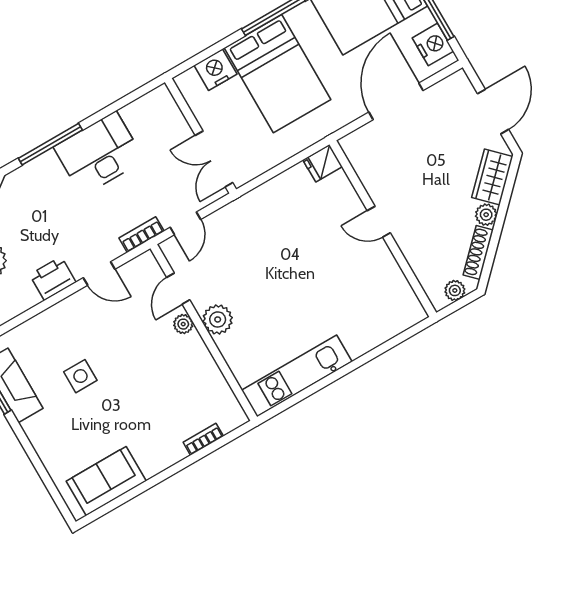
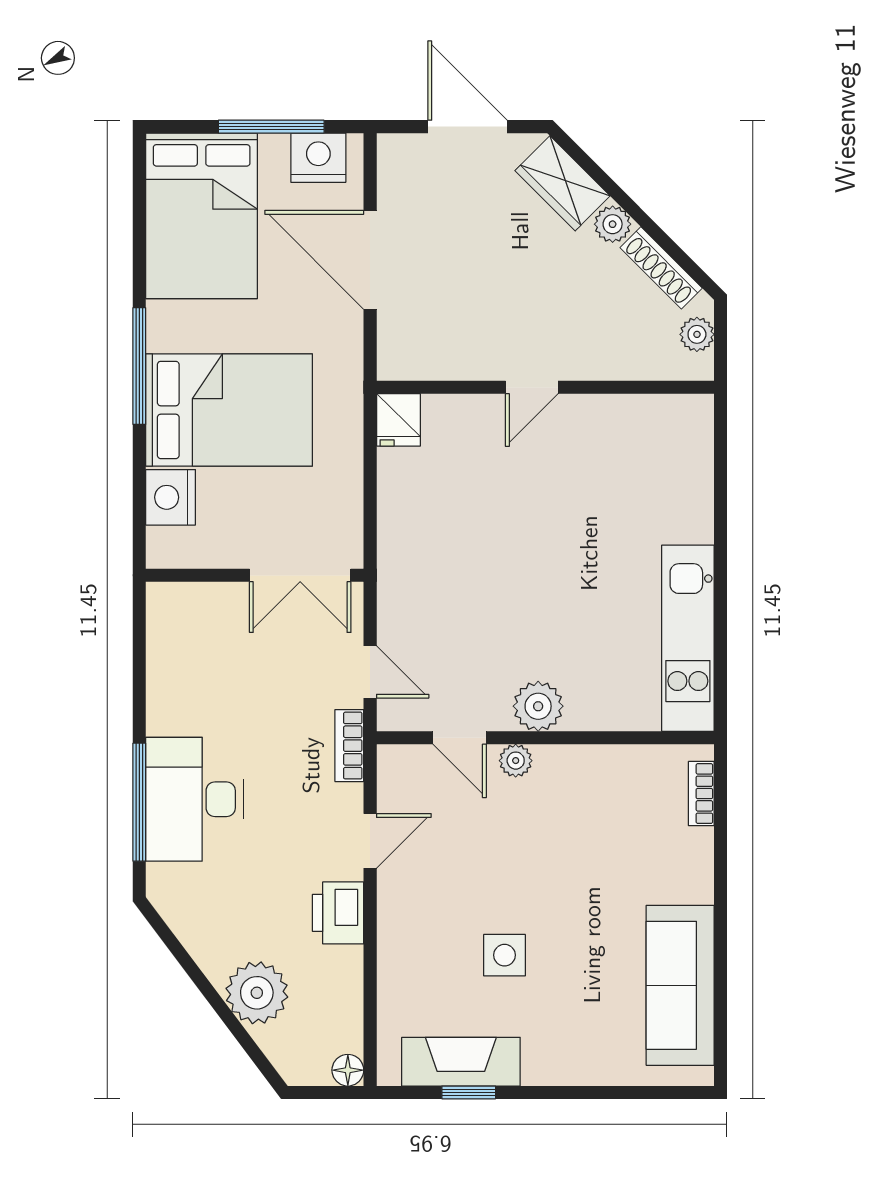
desk: (99, 154) -> (194, 799), moved
bookcase: (203, 439) -> (701, 794), moved
sofa: (106, 481) -> (680, 985), width x1.36

